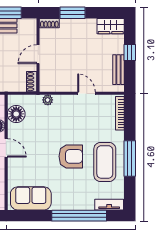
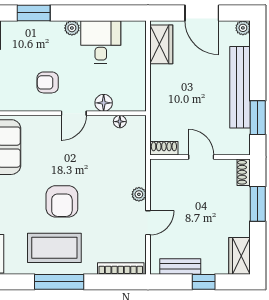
plant: (48, 100) -> (139, 194), moved
floor lamp: (16, 114) -> (120, 122), width x0.53, depth x0.53

